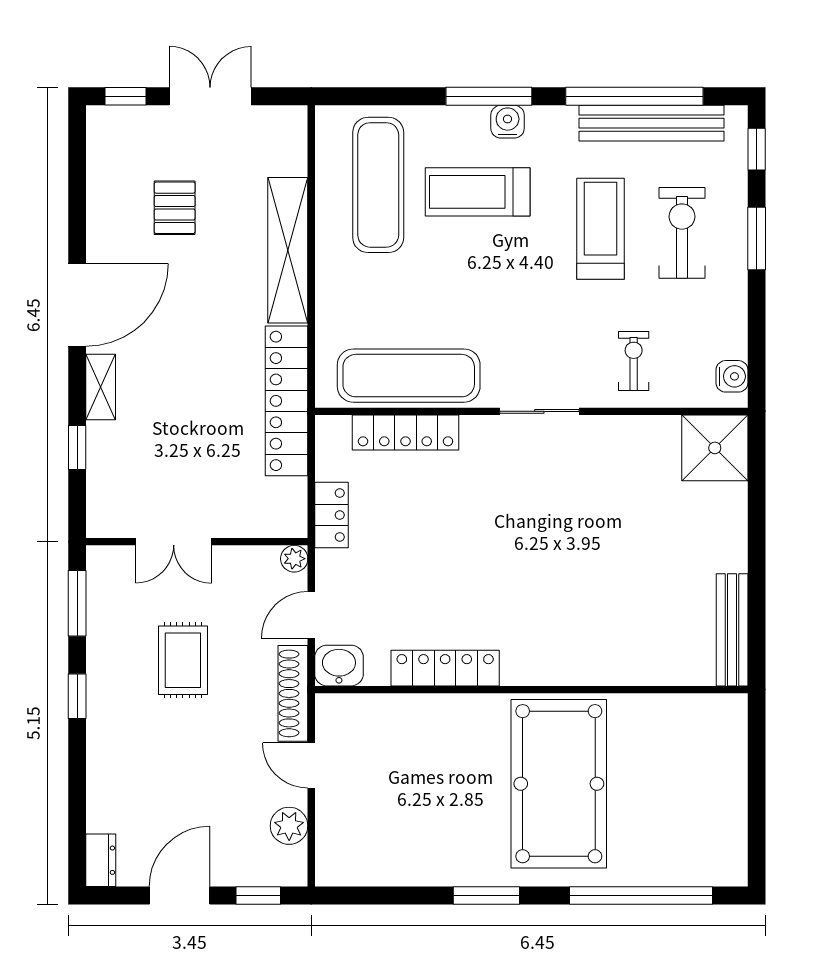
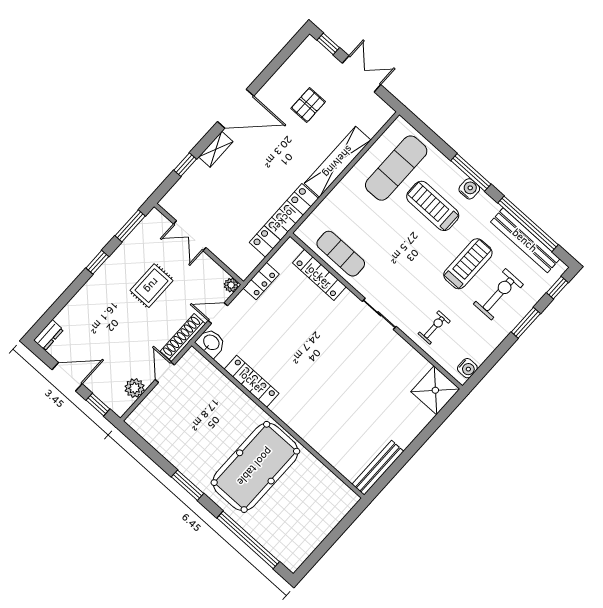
exercise mat: (409, 376) -> (341, 254), width x0.73, depth x0.69

